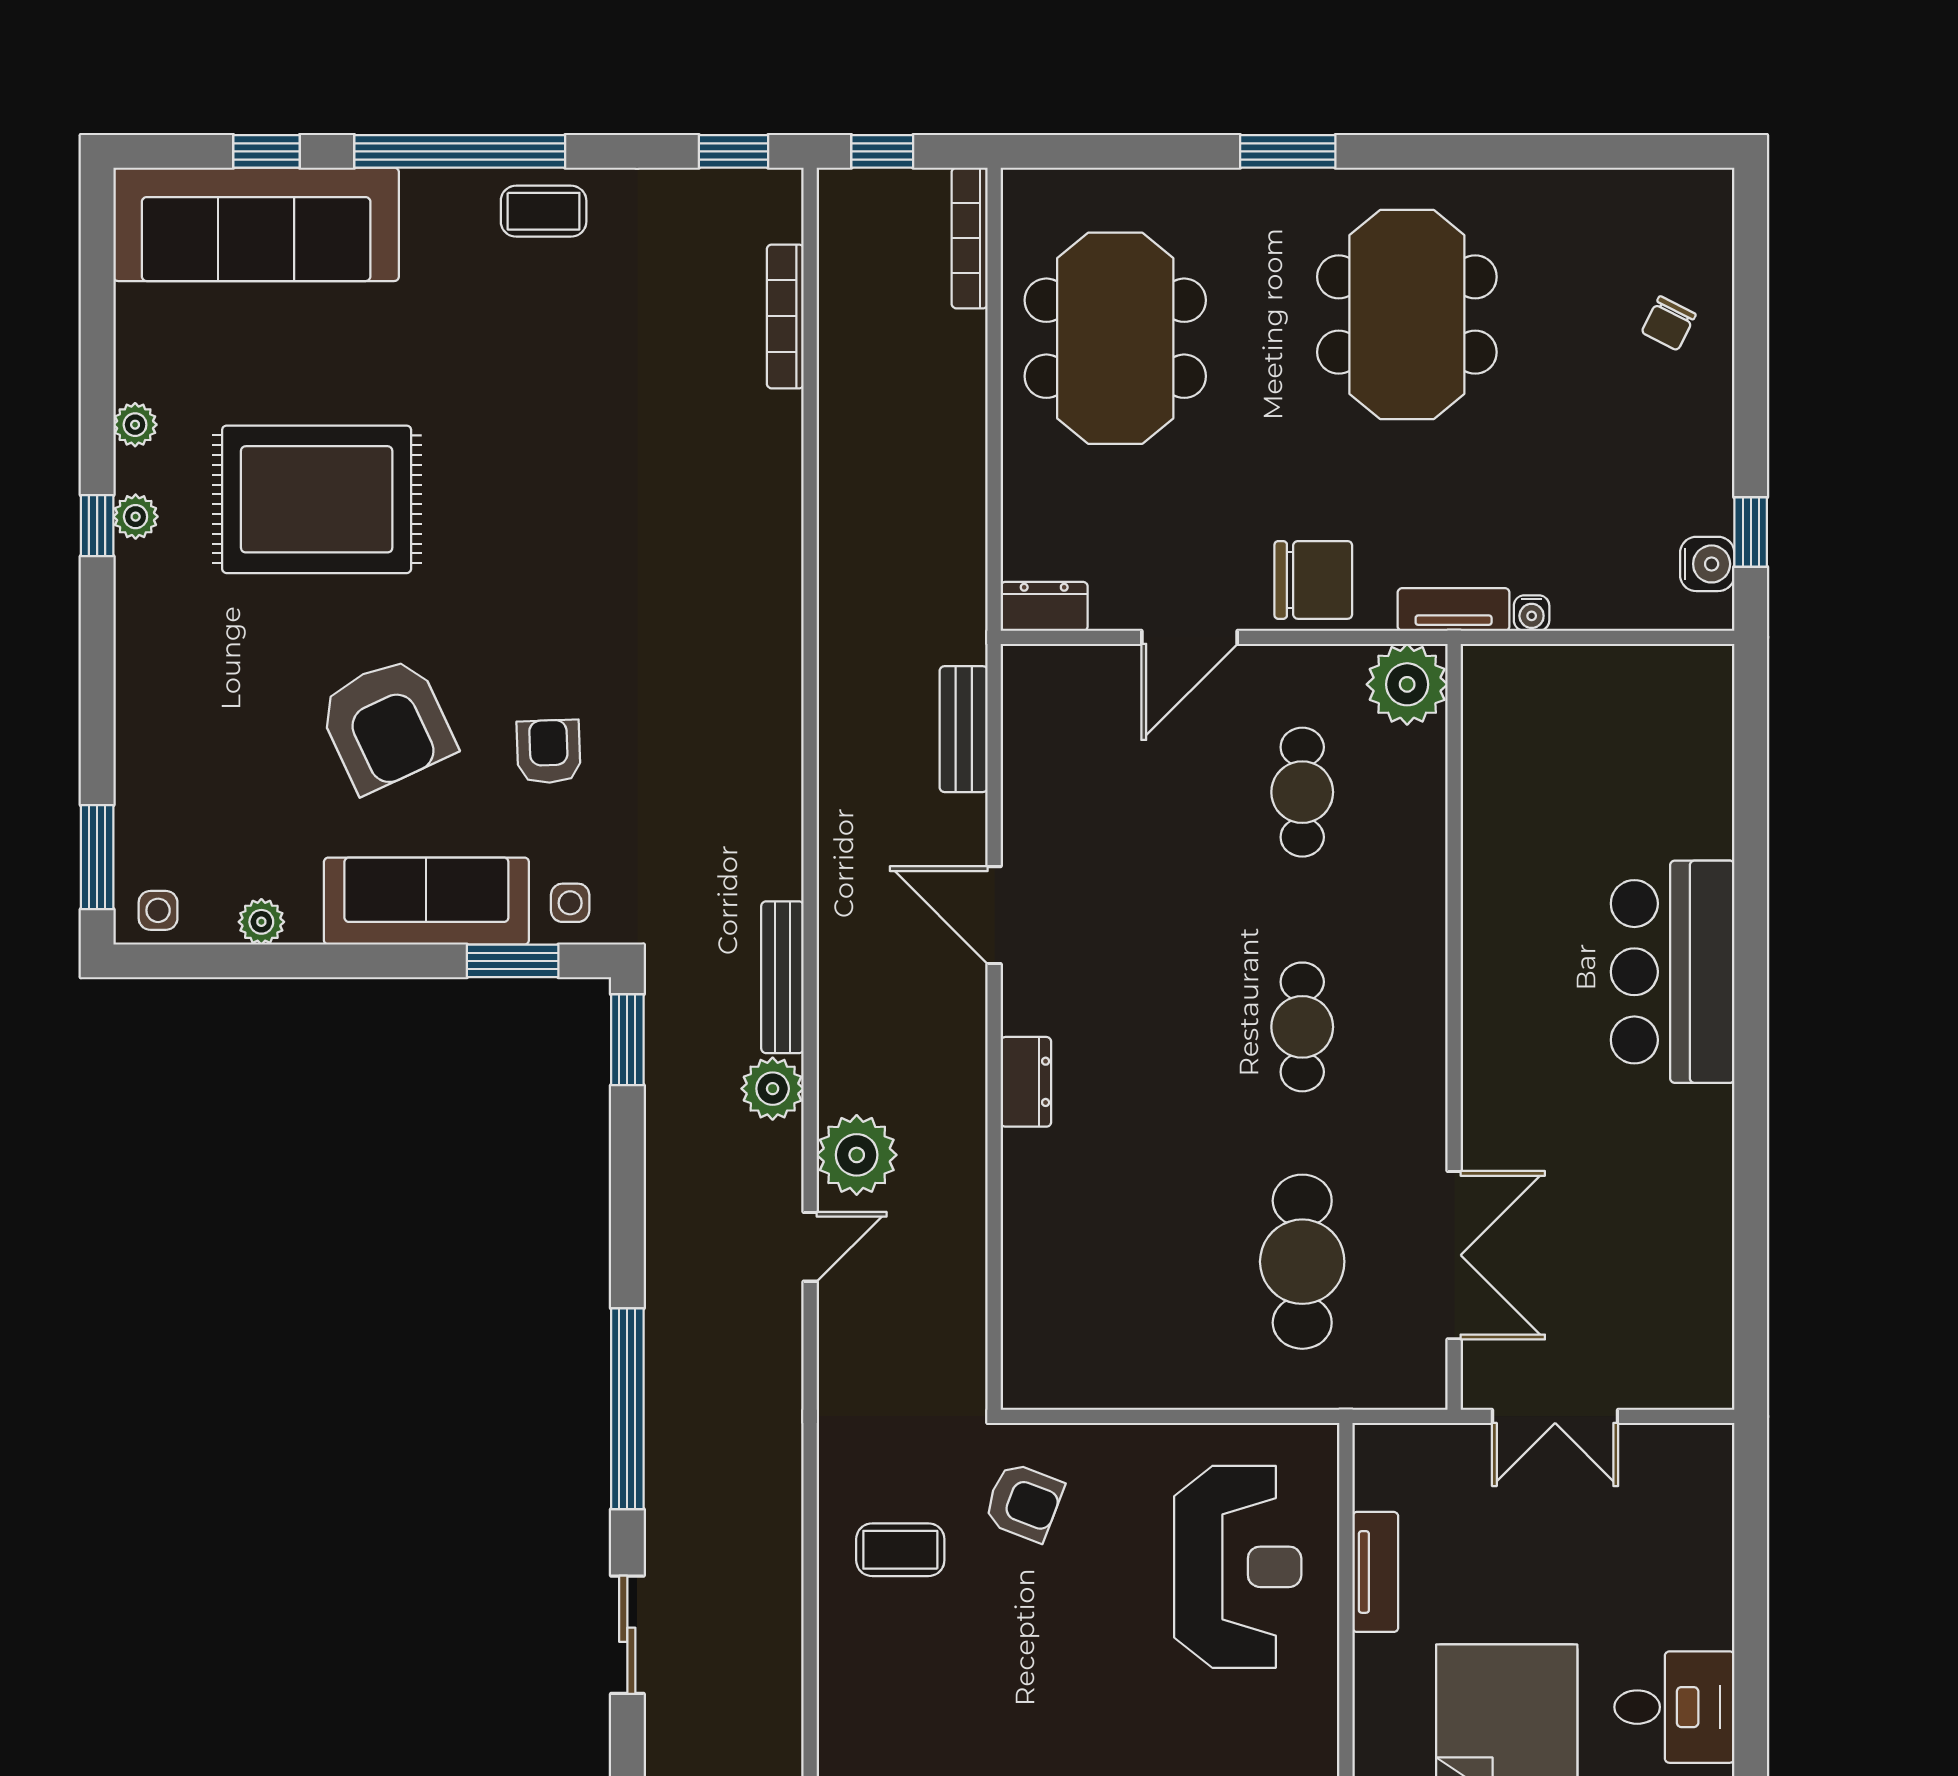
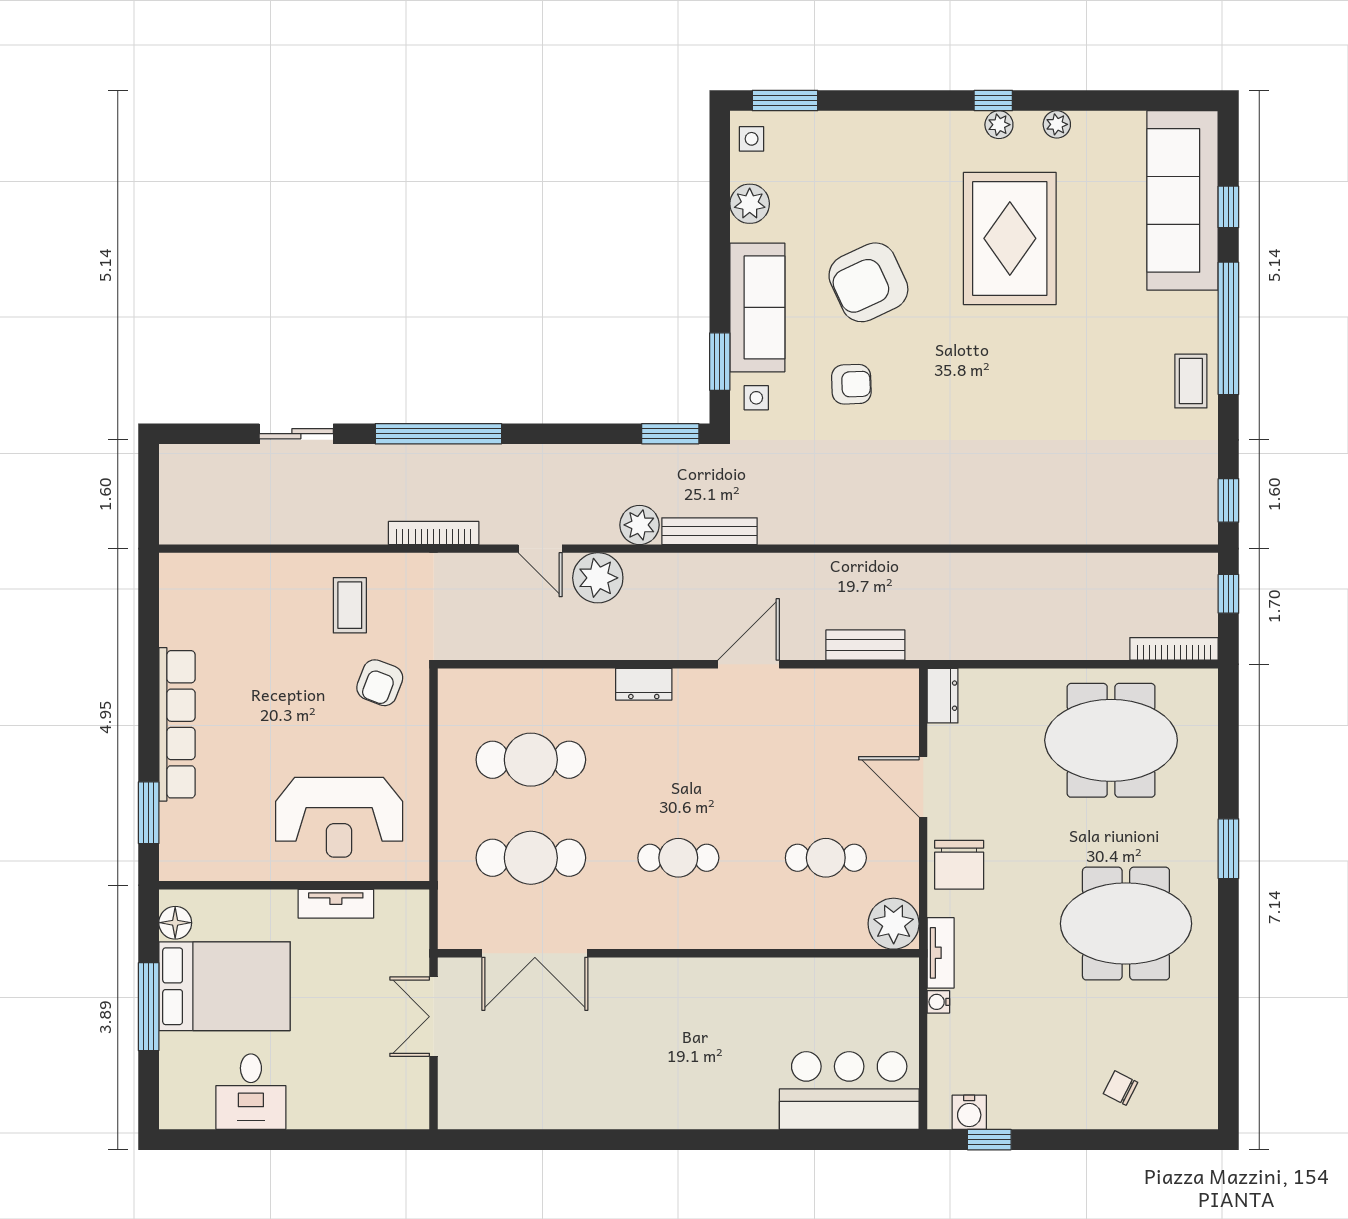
bookcase: (785, 316) -> (434, 533), moved
plant: (261, 922) -> (750, 204), width x1.38, depth x1.38
bar counter: (1673, 972) -> (849, 1091), moved
cafe table: (1146, 1262) -> (531, 760), added

